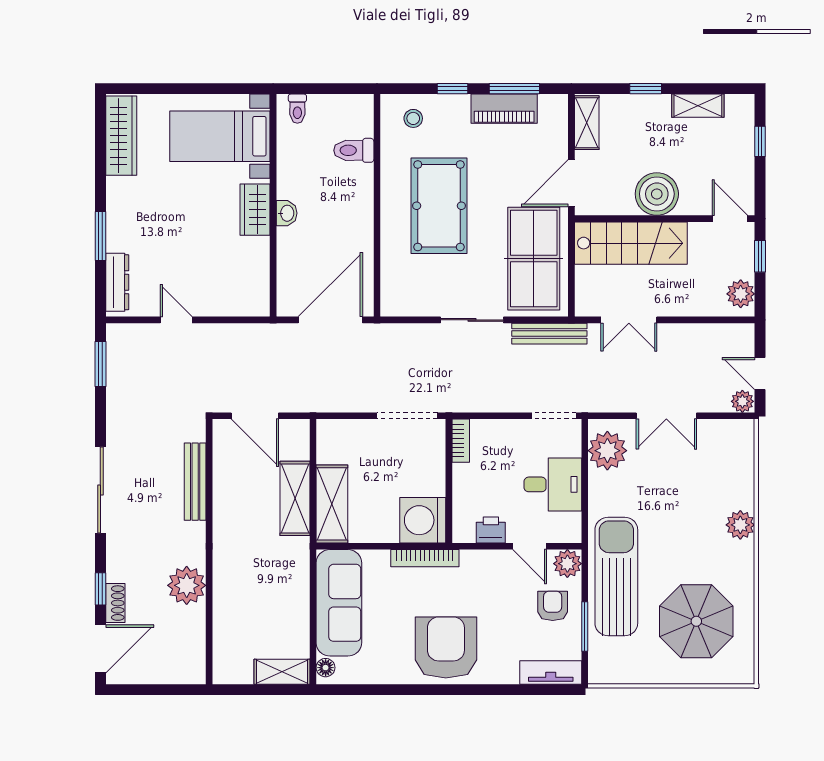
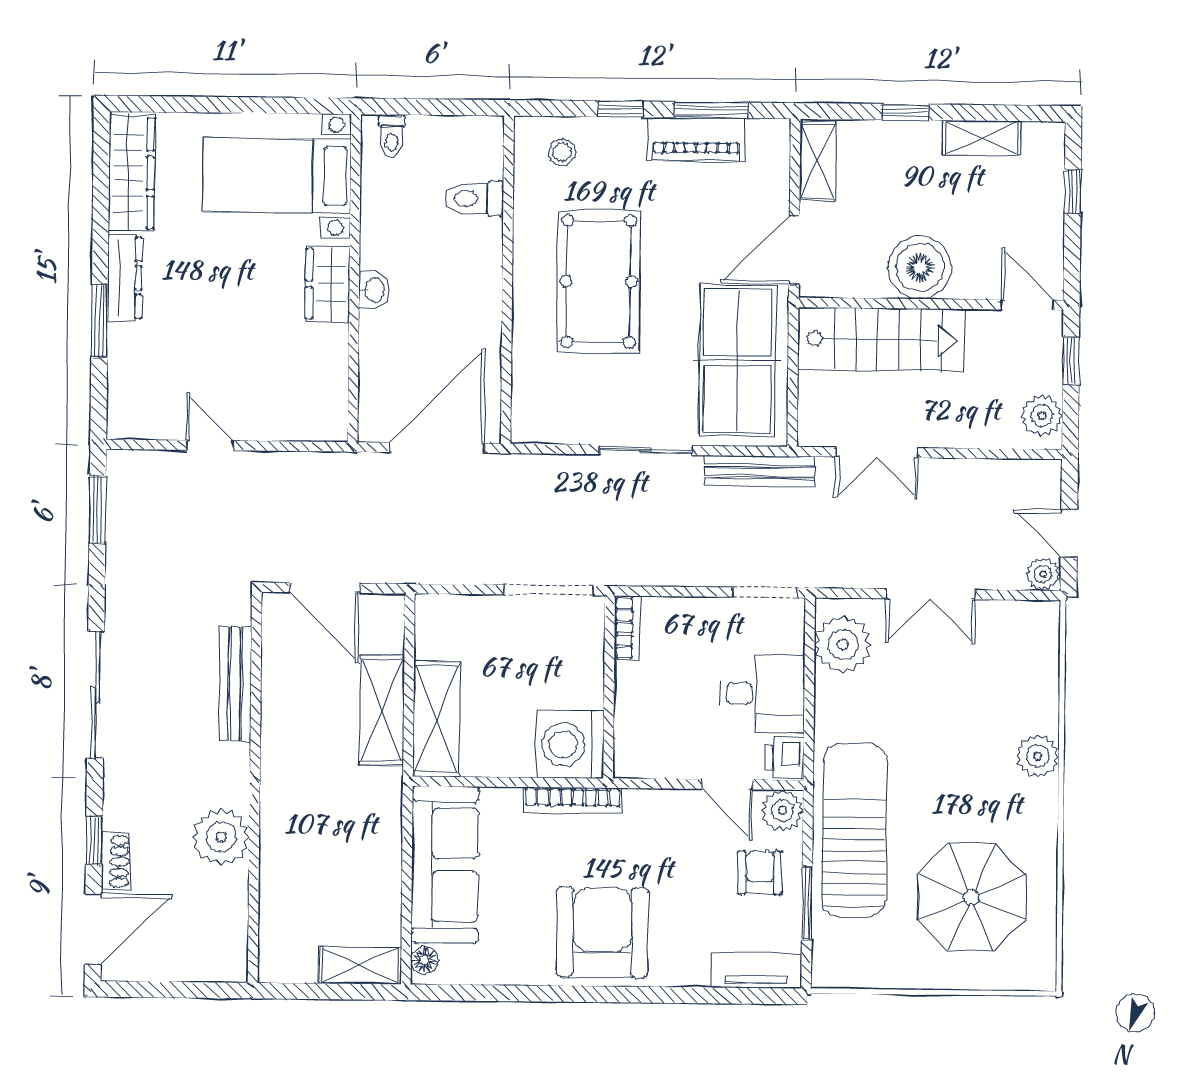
dresser: (117, 282) -> (125, 278), moved
printer: (491, 530) -> (785, 757), moved, turned -90

